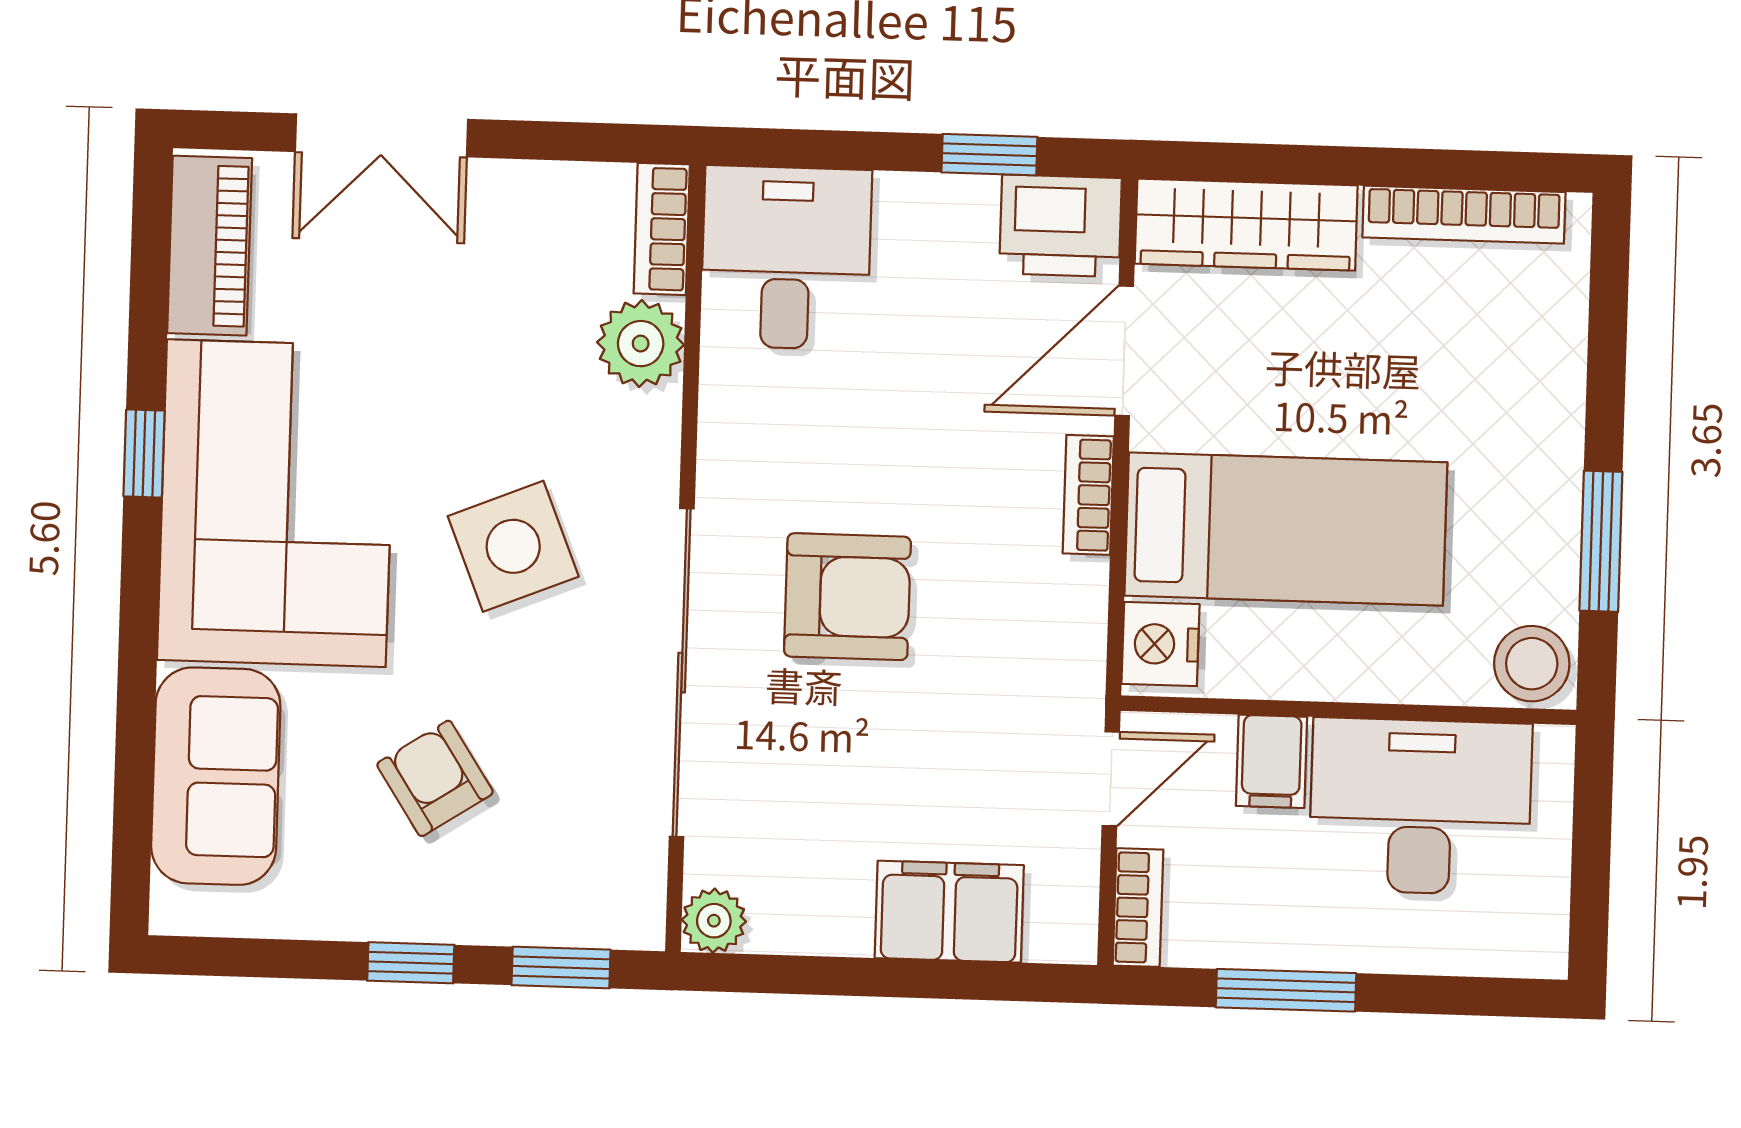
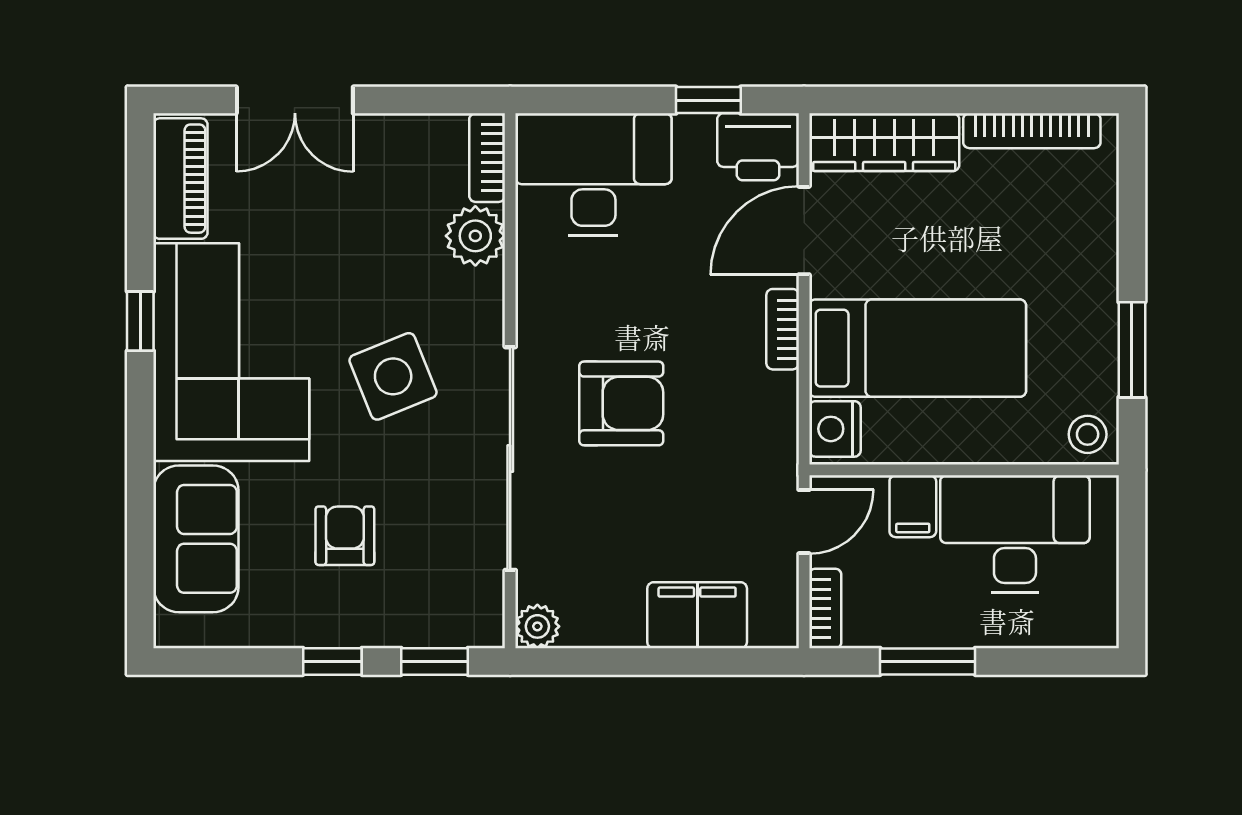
desk: (786, 258) -> (593, 174), width x1.37
stool: (1532, 664) -> (1088, 434), width x0.73, depth x0.73
armchair: (435, 778) -> (345, 536), turned 33

